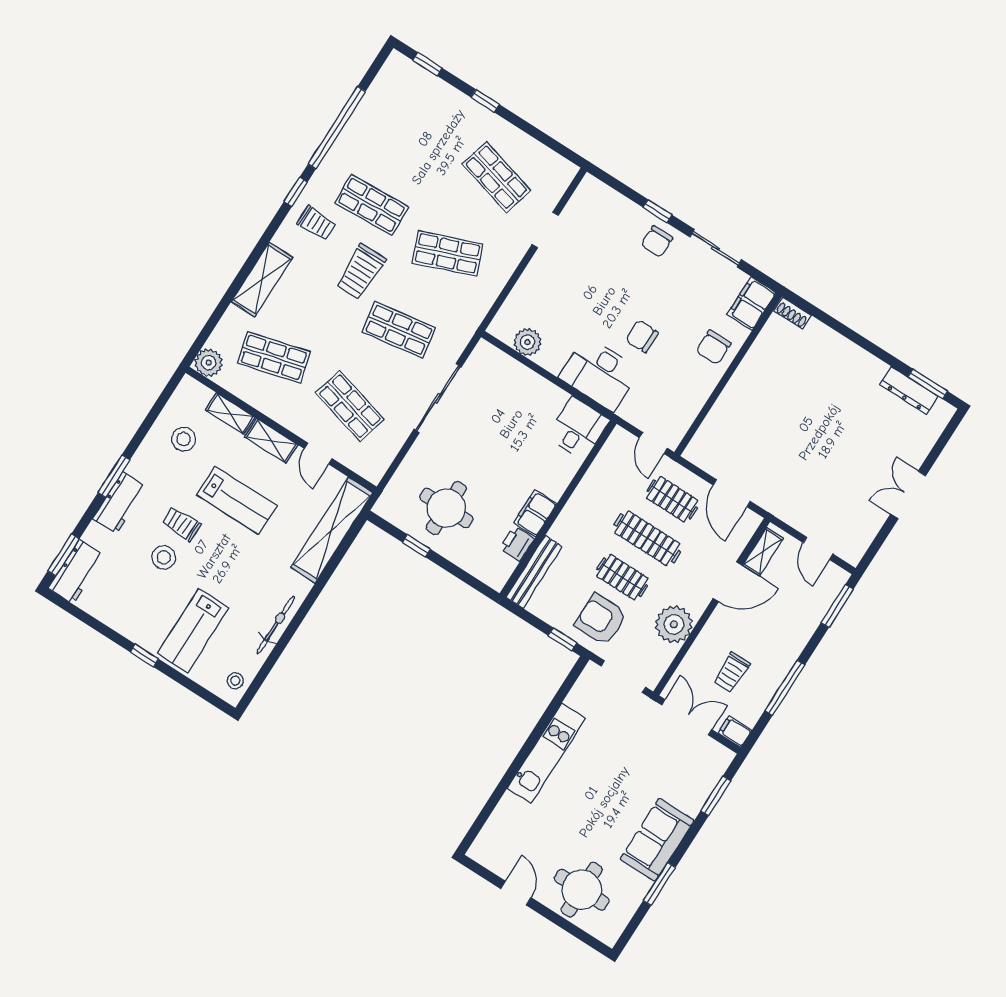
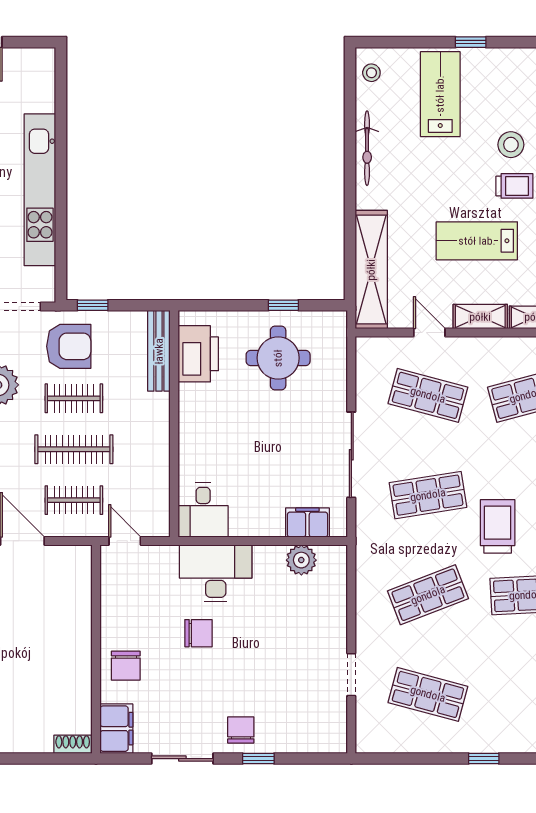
chair: (714, 347) -> (126, 666), turned 180
filing cabinet: (535, 513) -> (307, 523), moved, turned -90
printer: (517, 543) -> (198, 354), width x1.87, depth x1.48
kitchen unit: (546, 753) -> (40, 190), width x1.36

